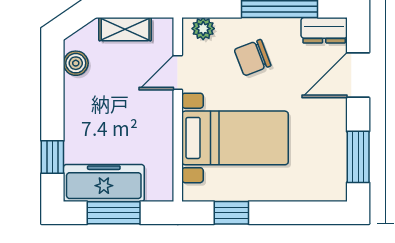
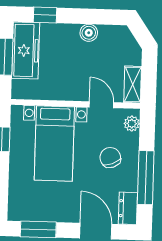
shelving: (125, 29) -> (133, 85), moved
boiler: (76, 63) -> (89, 33), moved

